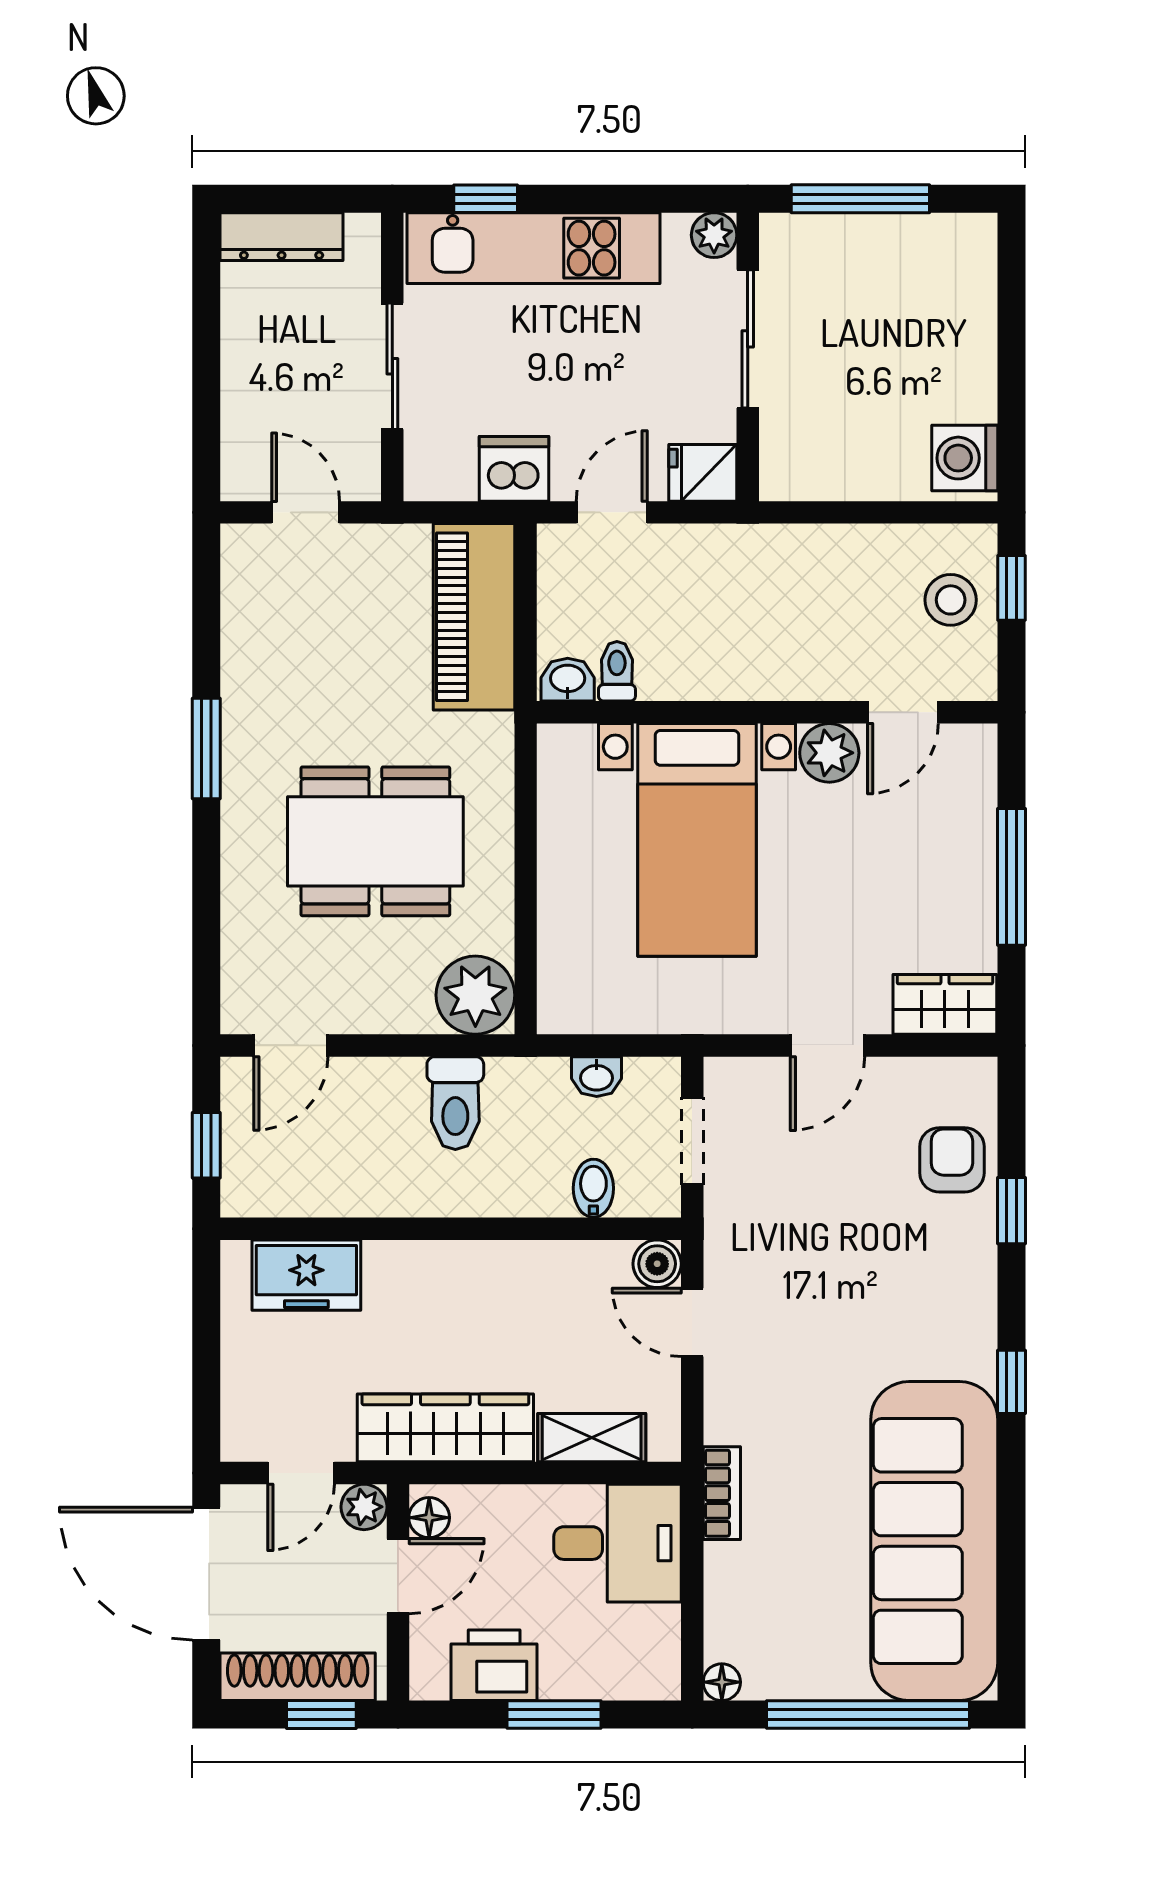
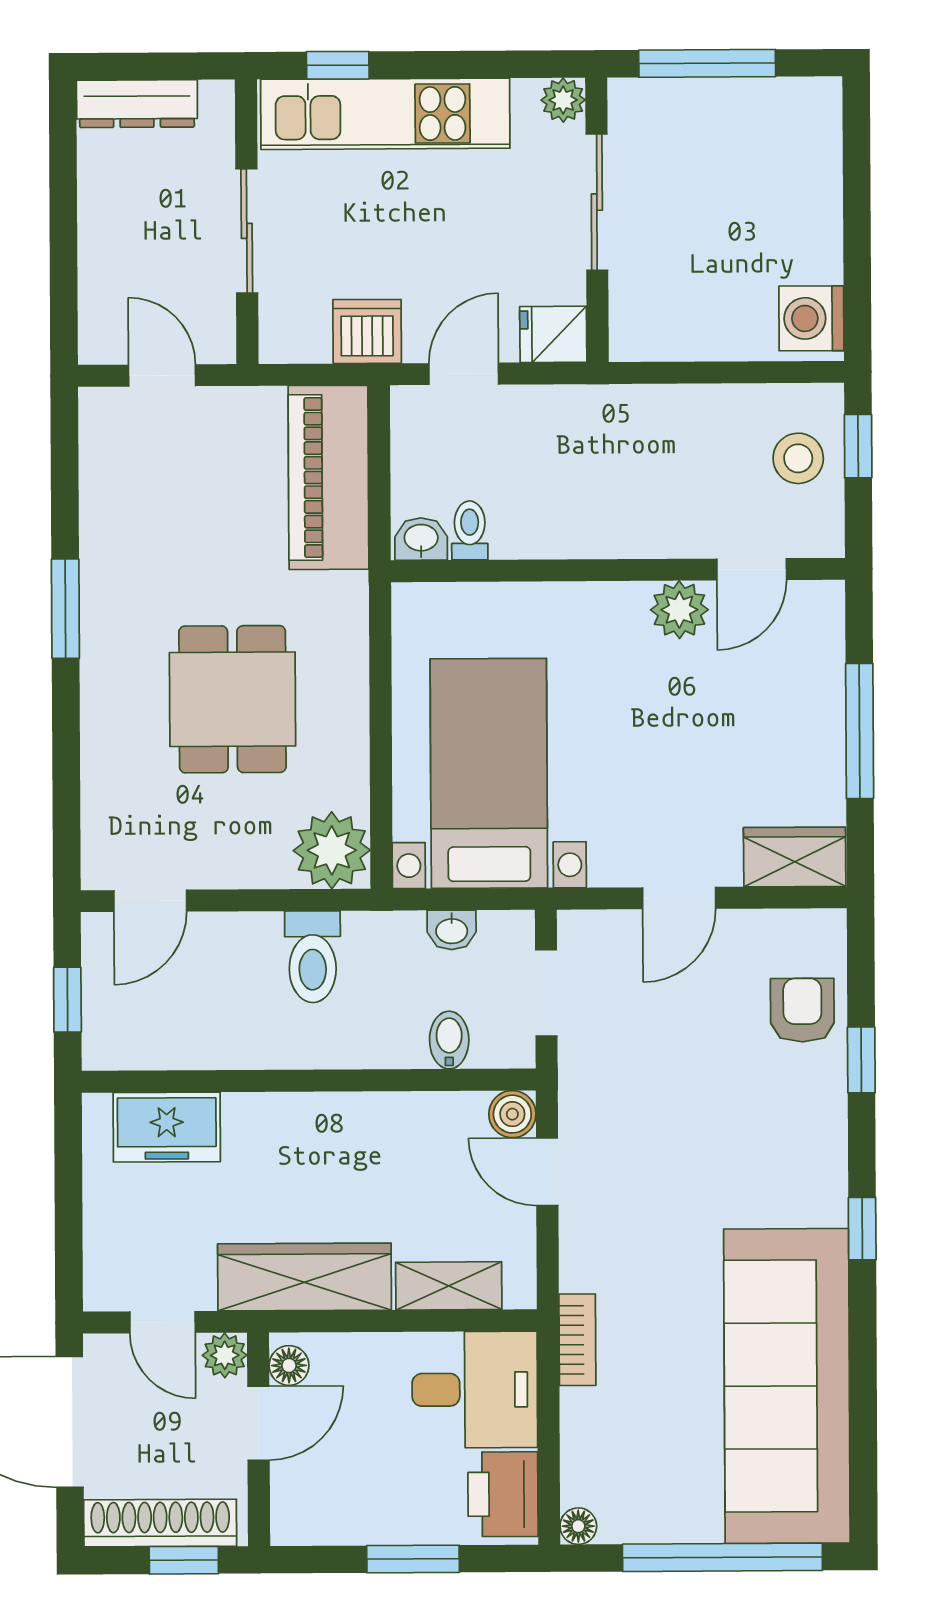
bed with nightstands: (697, 840) -> (489, 773), moved, turned 180
dining table: (375, 841) -> (232, 699), width x0.73
door: (301, 1473) -> (163, 1322), hinge flipped
printer: (494, 1665) -> (503, 1494), moved, turned -90

